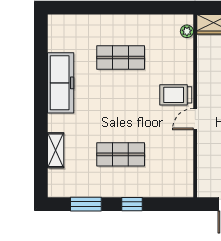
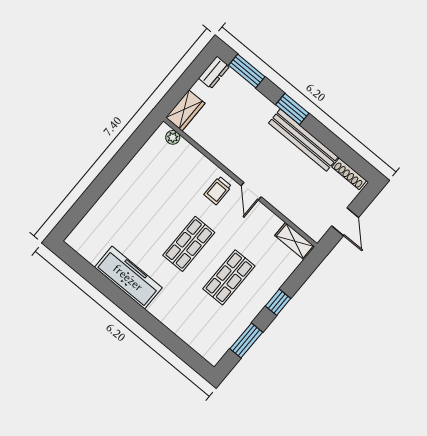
shop shelf: (121, 58) -> (189, 244), moved
trolley: (176, 95) -> (218, 190), width x0.73, depth x0.72
shelving: (56, 150) -> (295, 241), moved

